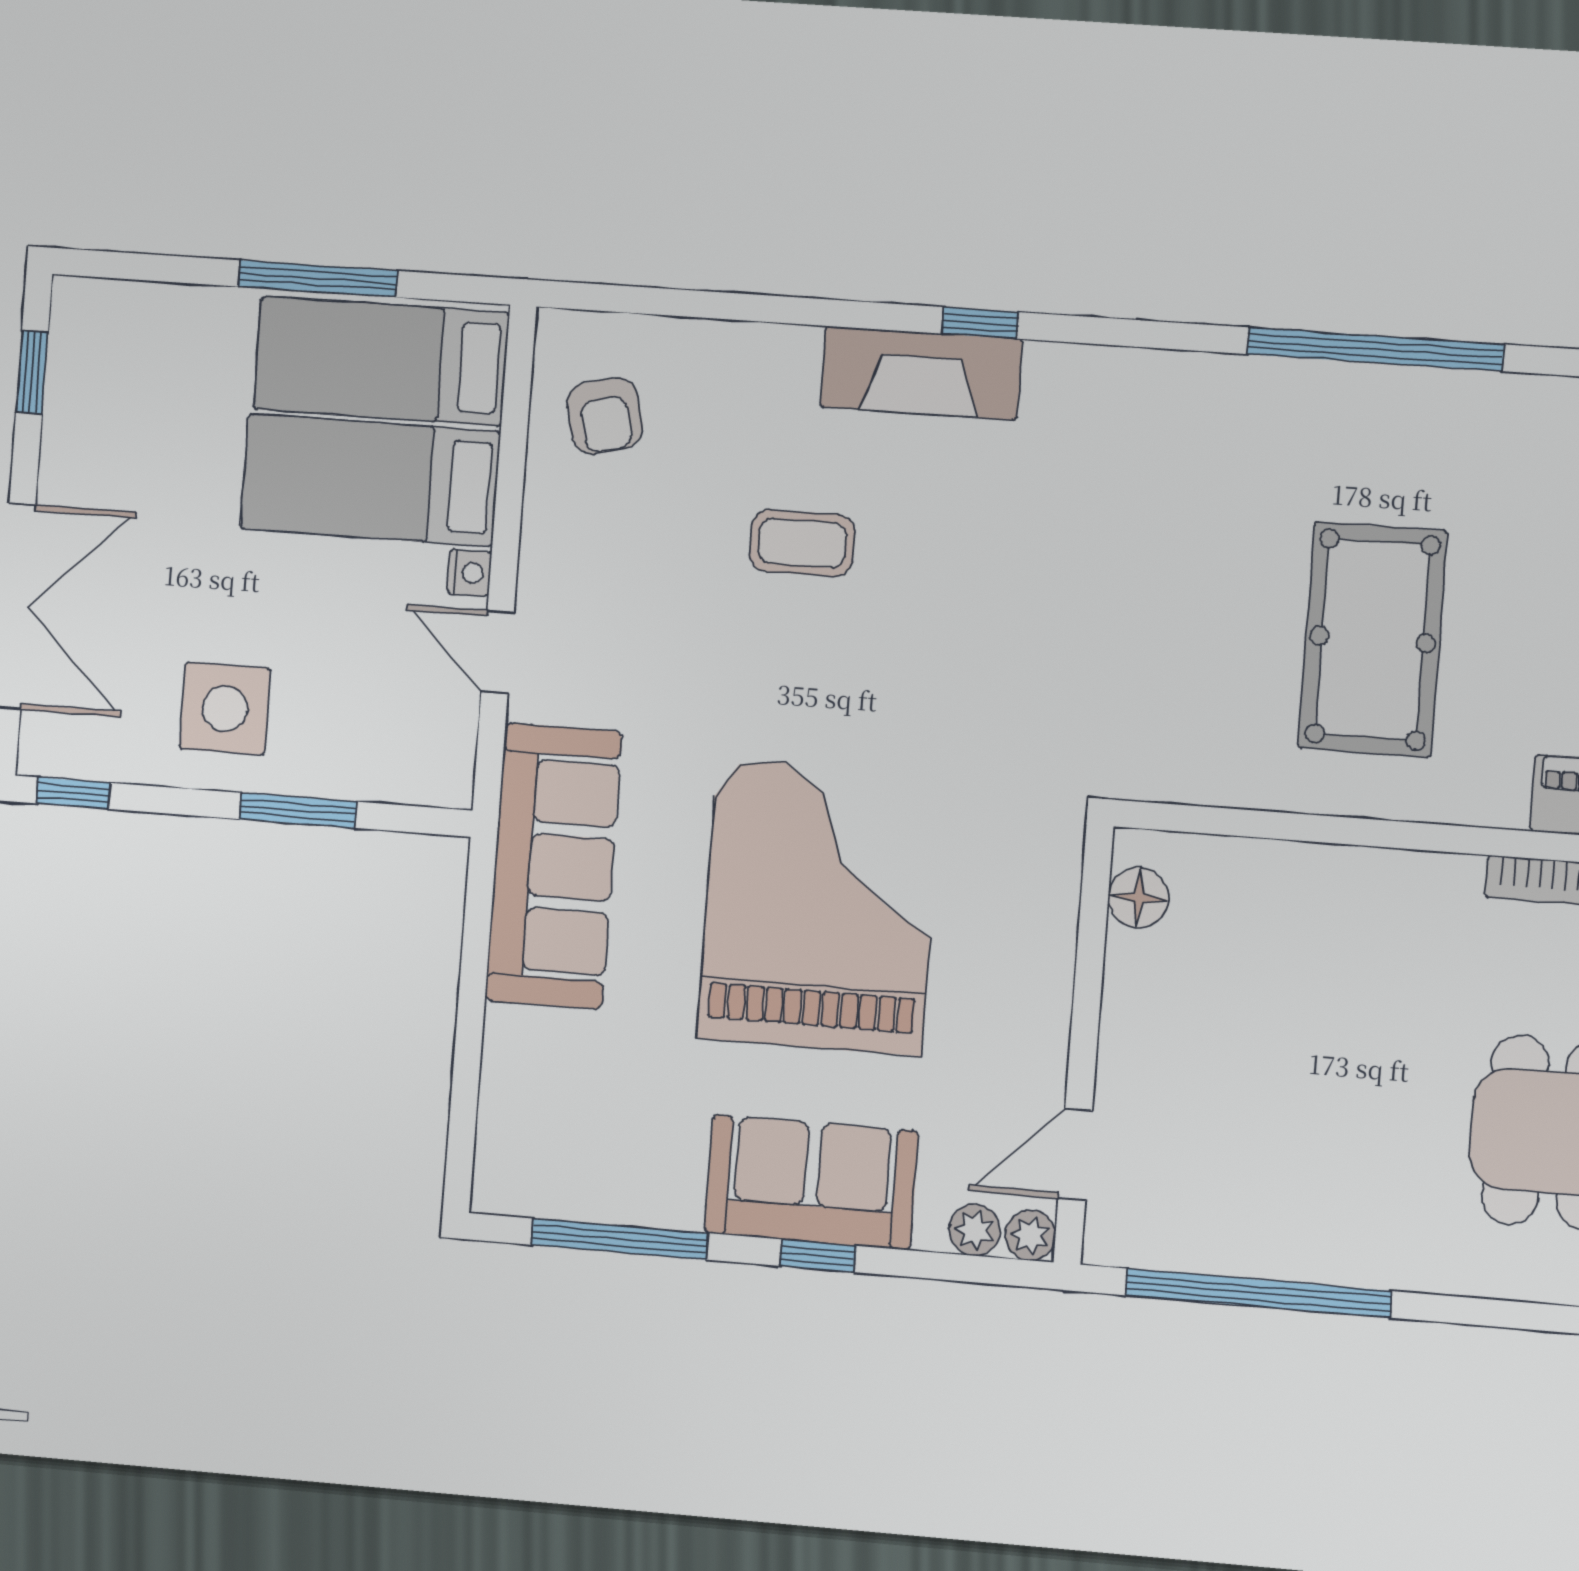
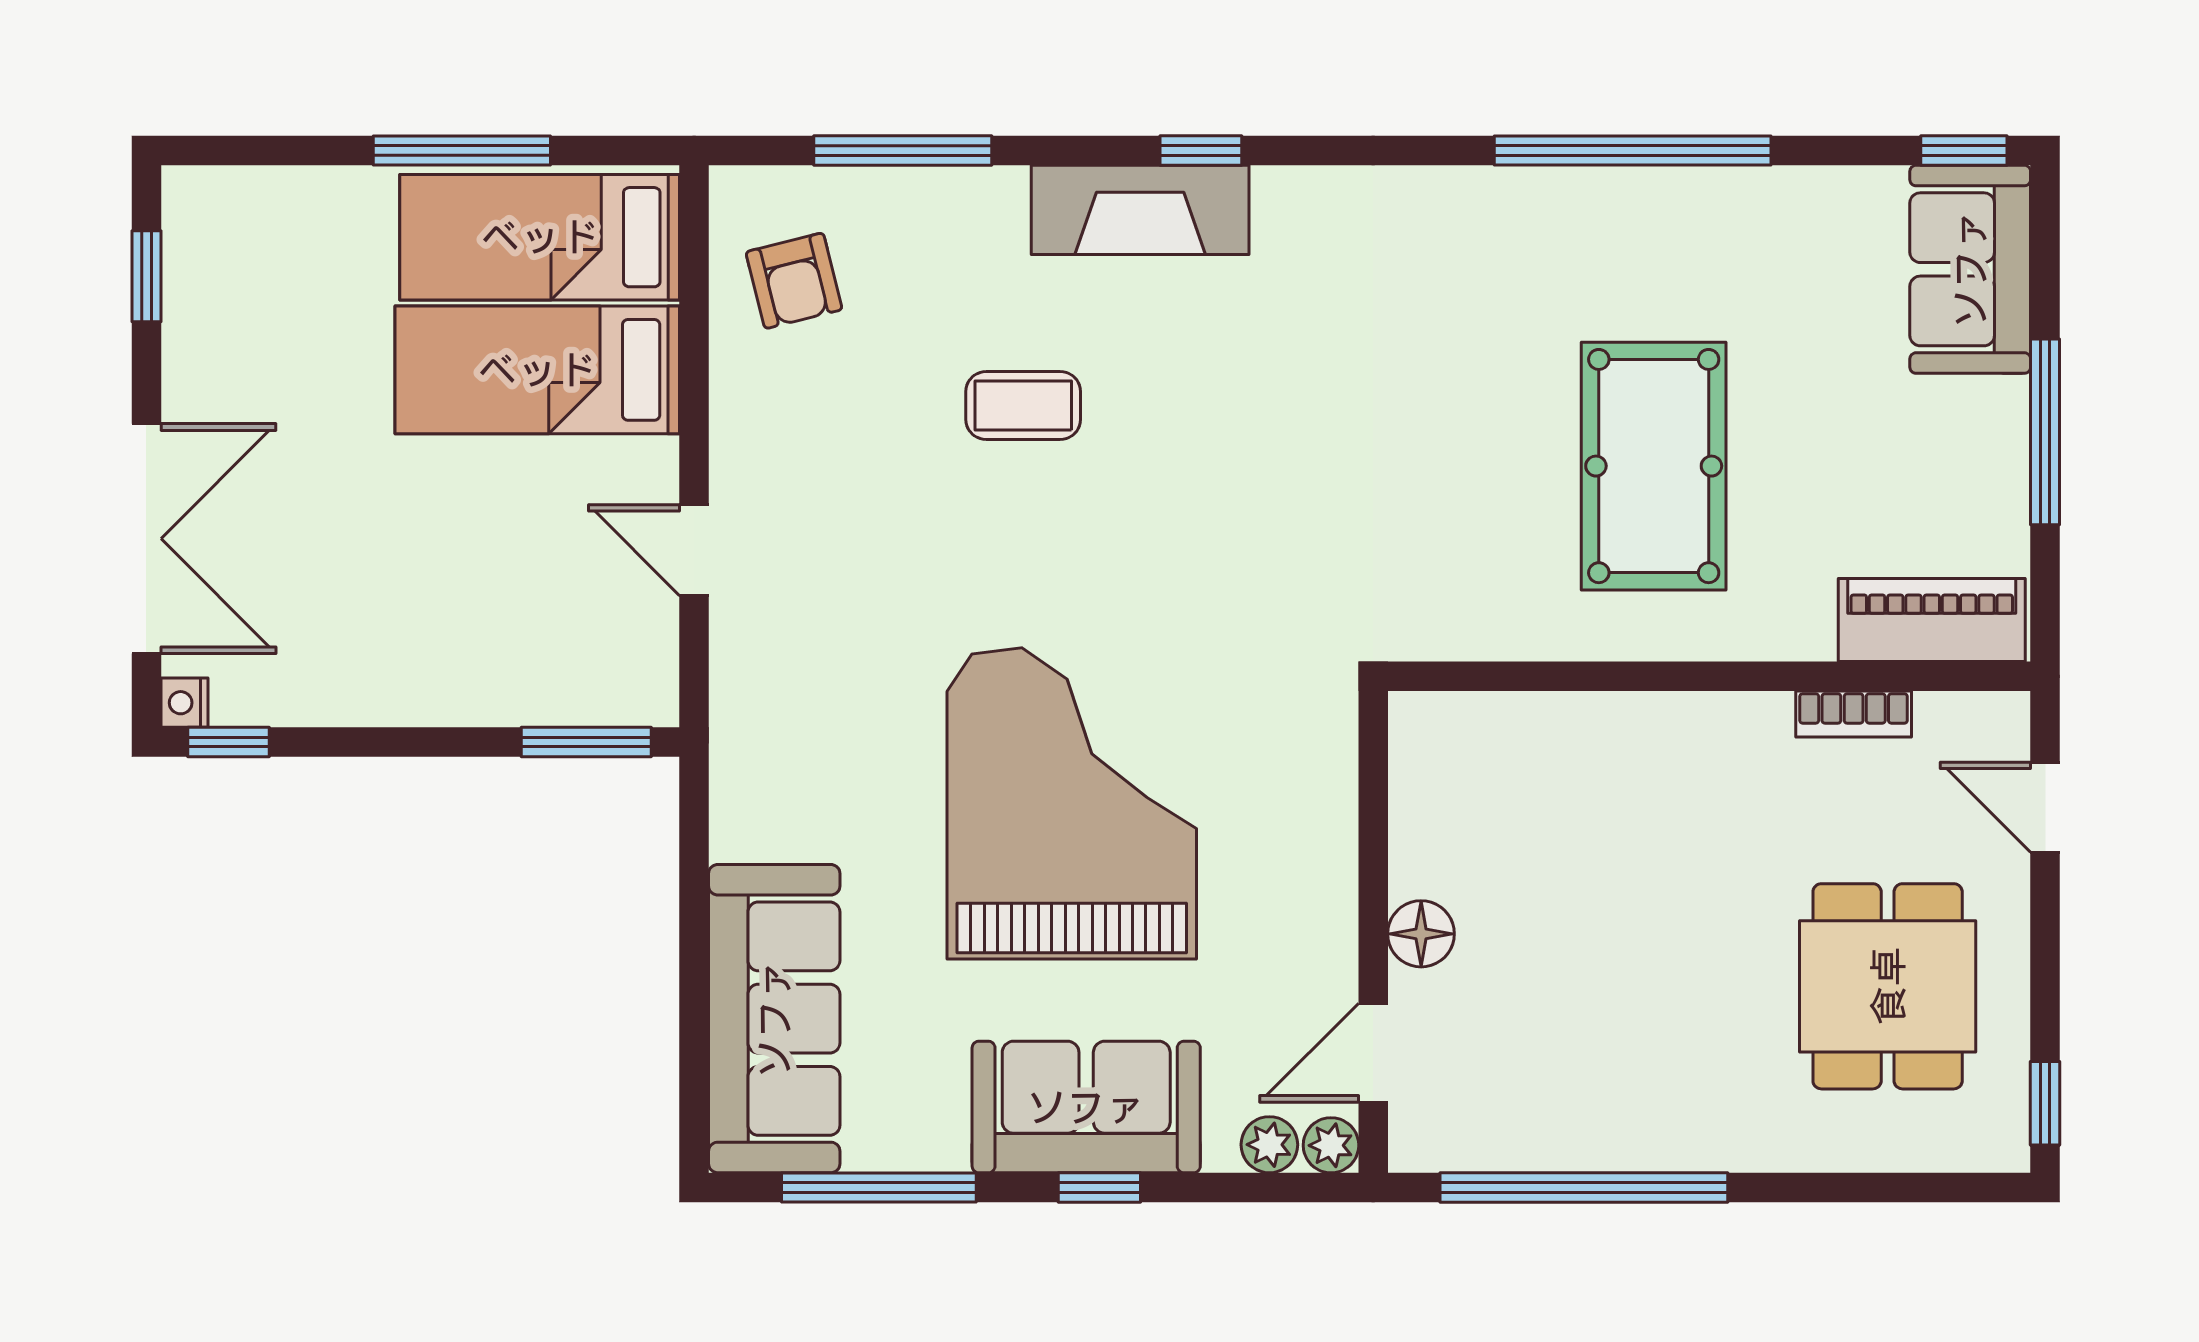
window: (711, 305) -> (903, 151), added
nightstand: (469, 573) -> (184, 703), moved, turned 180
side table: (225, 709) -> (393, 635), removed
window: (298, 810) -> (586, 742), moved
sofa: (553, 866) -> (774, 1019), moved
floor lamp: (1138, 898) -> (1421, 934), moved

